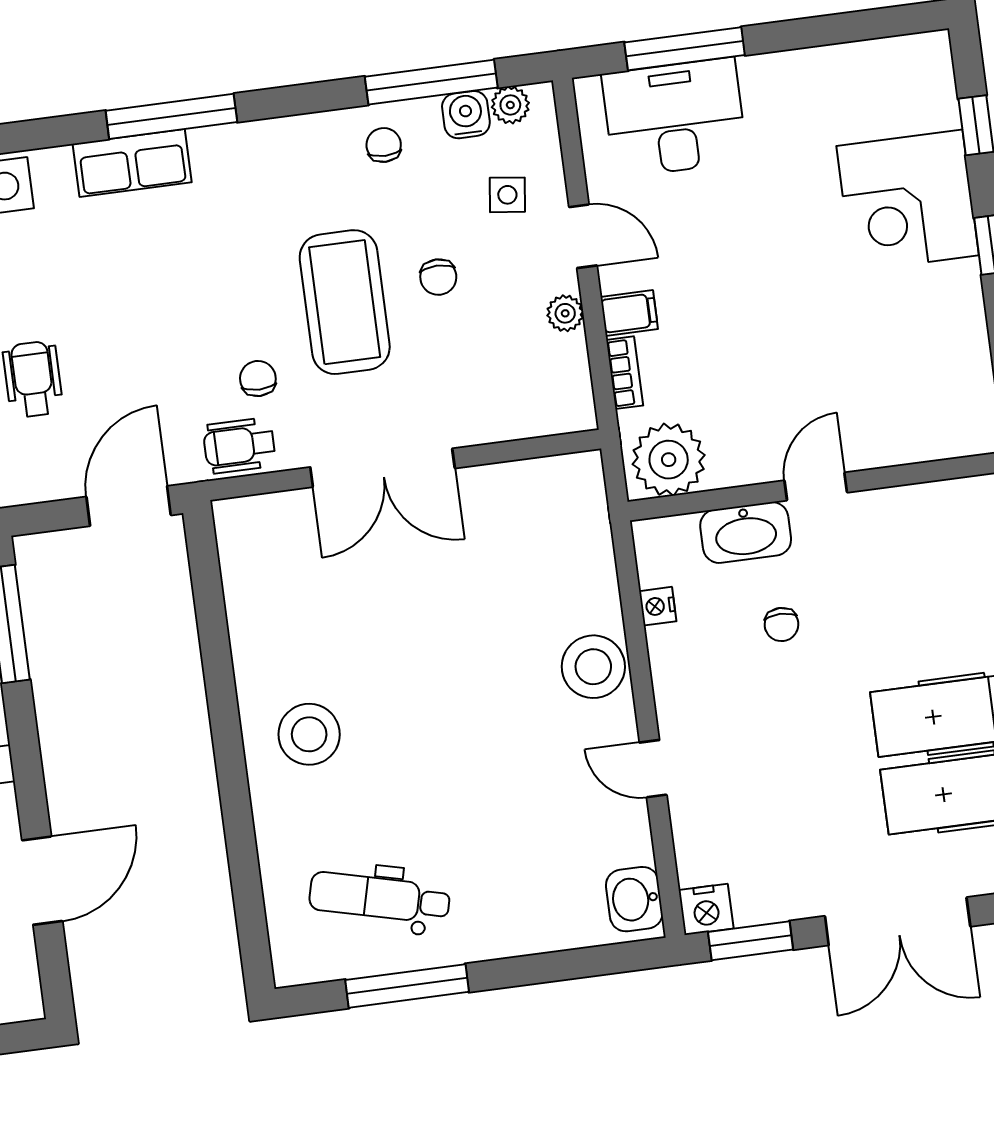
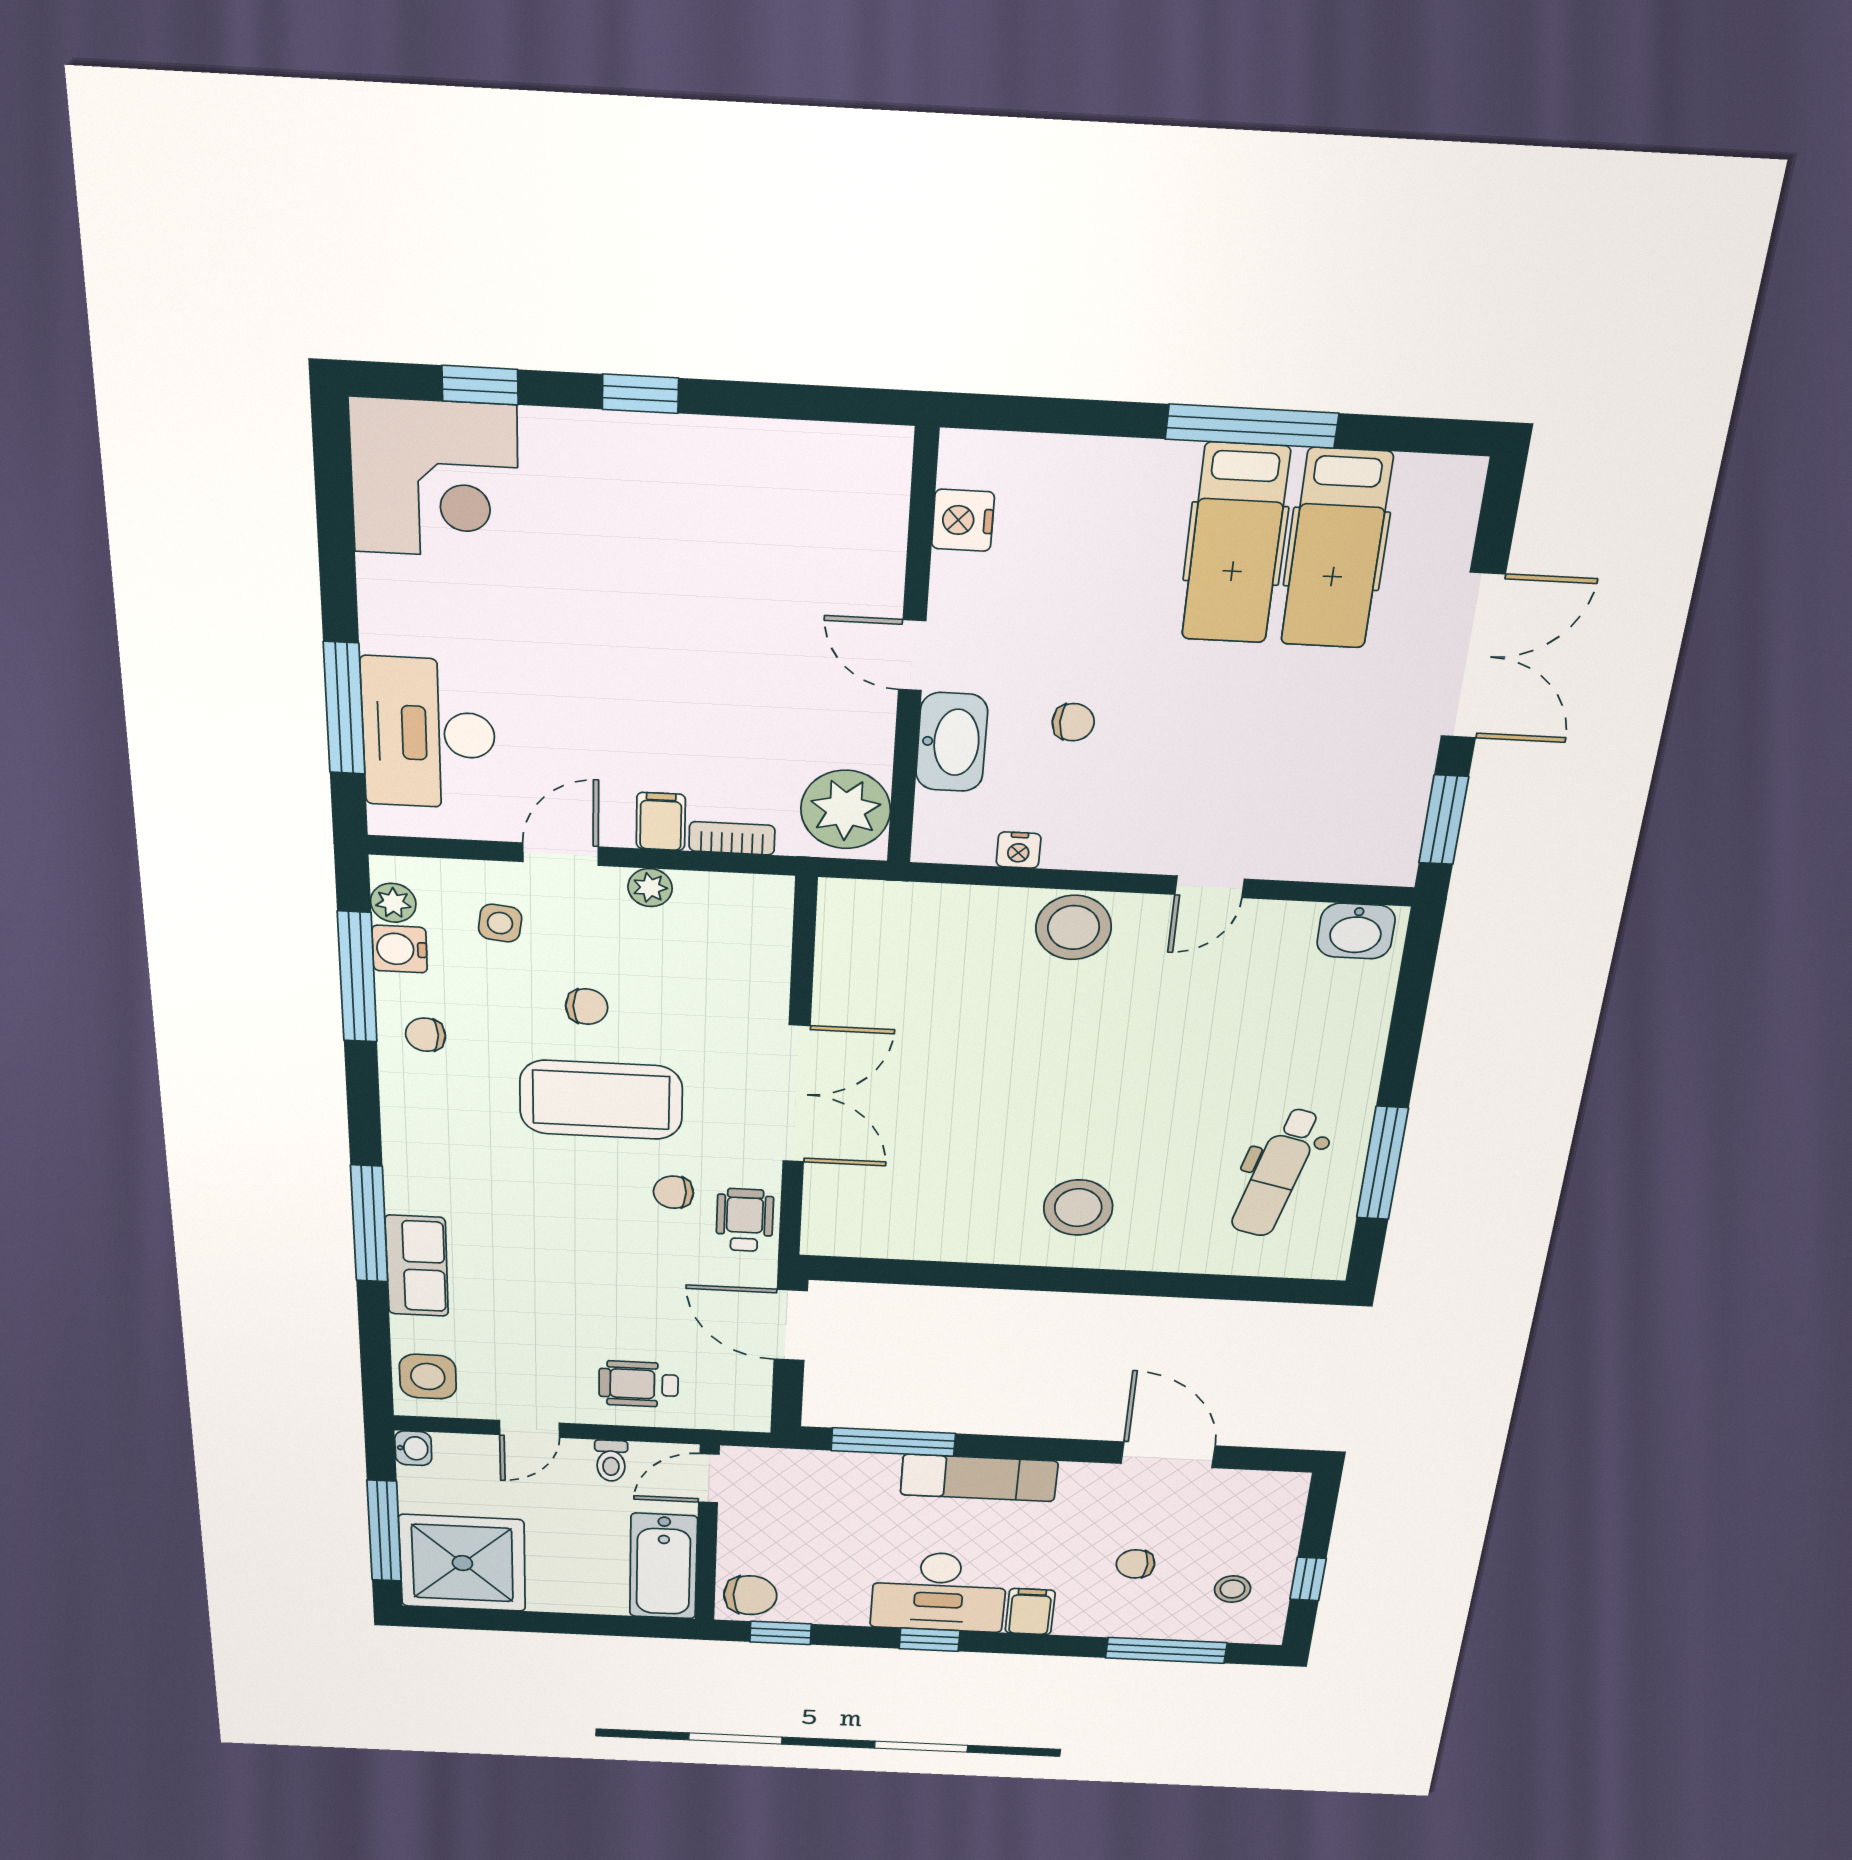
corner desk: (908, 201) -> (435, 479), moved
wheelchair: (239, 446) -> (745, 1220), turned 180
nightstand: (706, 909) -> (963, 520), moved, turned 180

